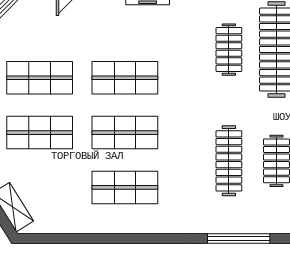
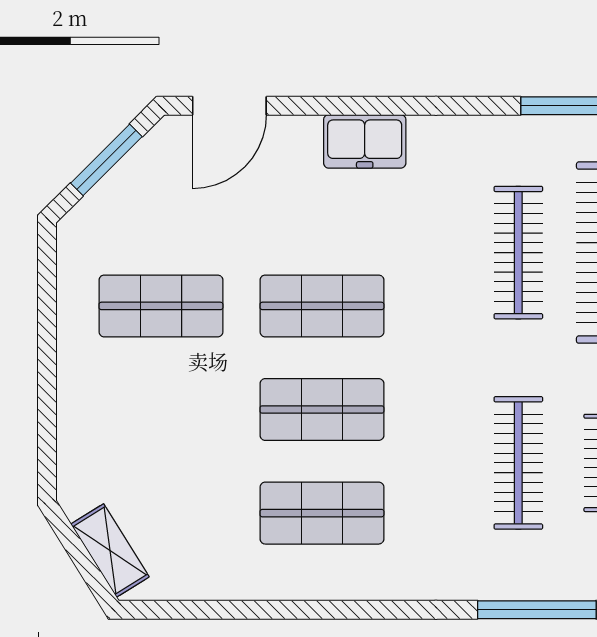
clothes rail: (229, 50) -> (518, 253), width x1.36
shop shelf: (40, 133) -> (161, 410), removed

